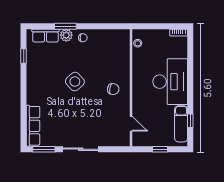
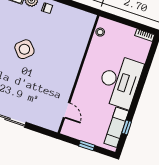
chair: (113, 89) -> (60, 70), removed

